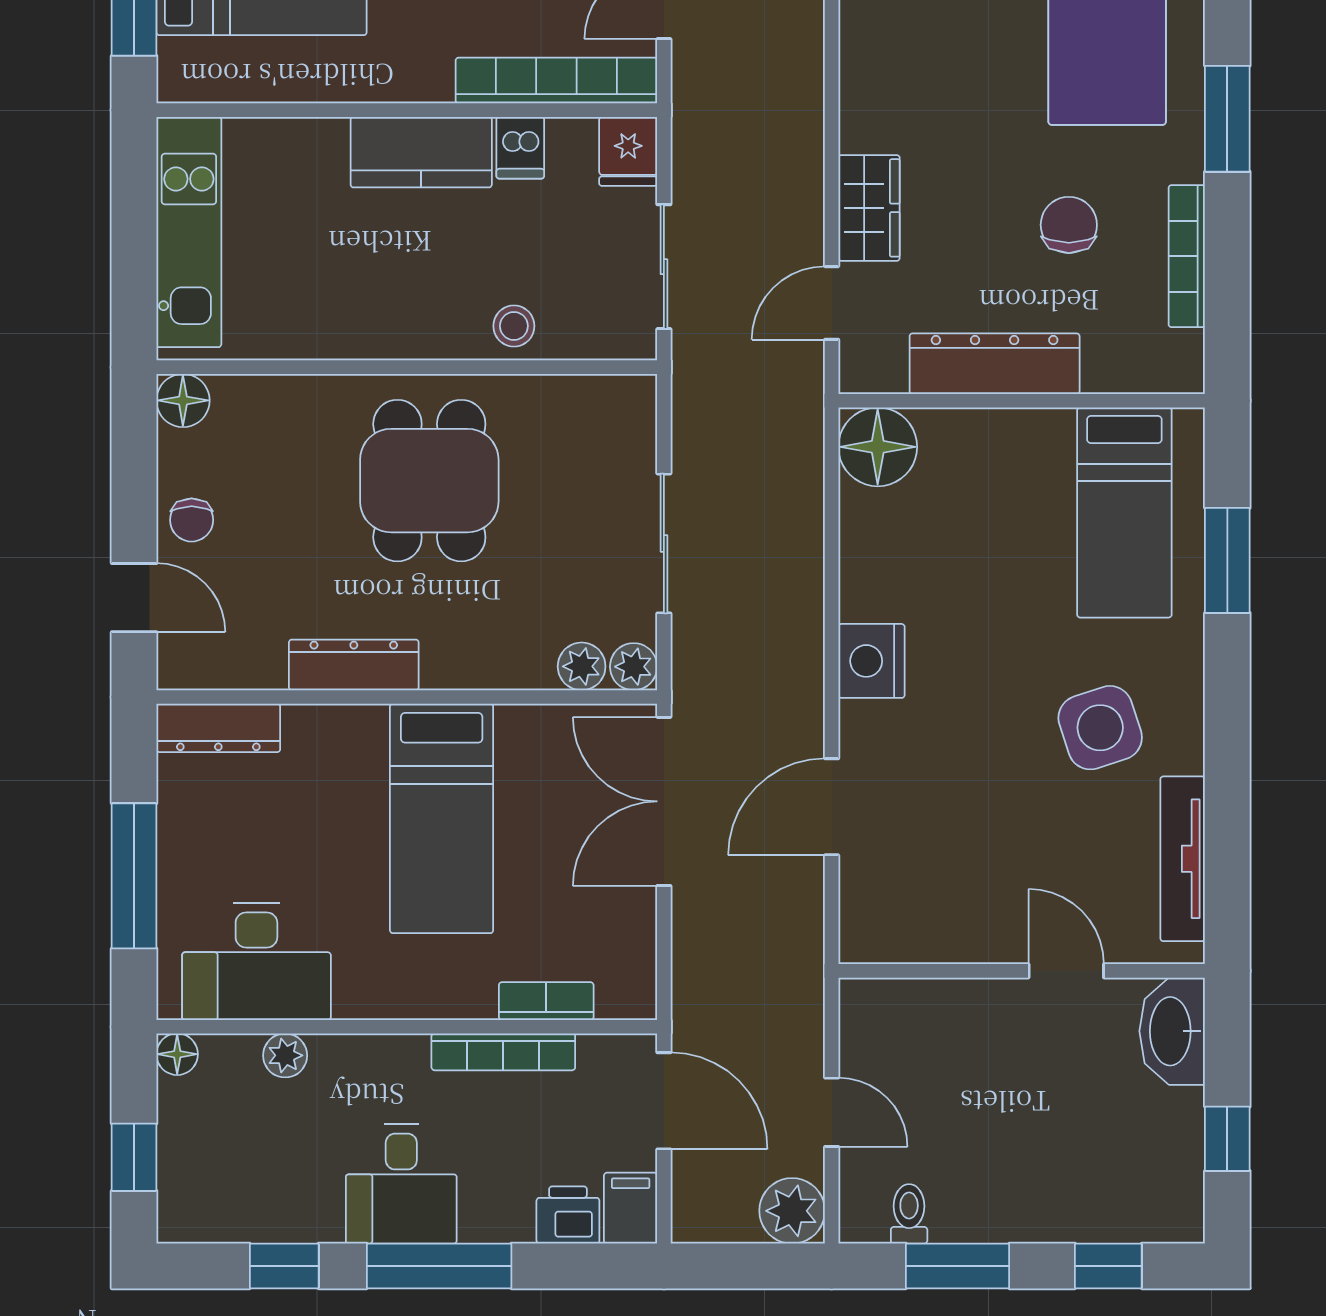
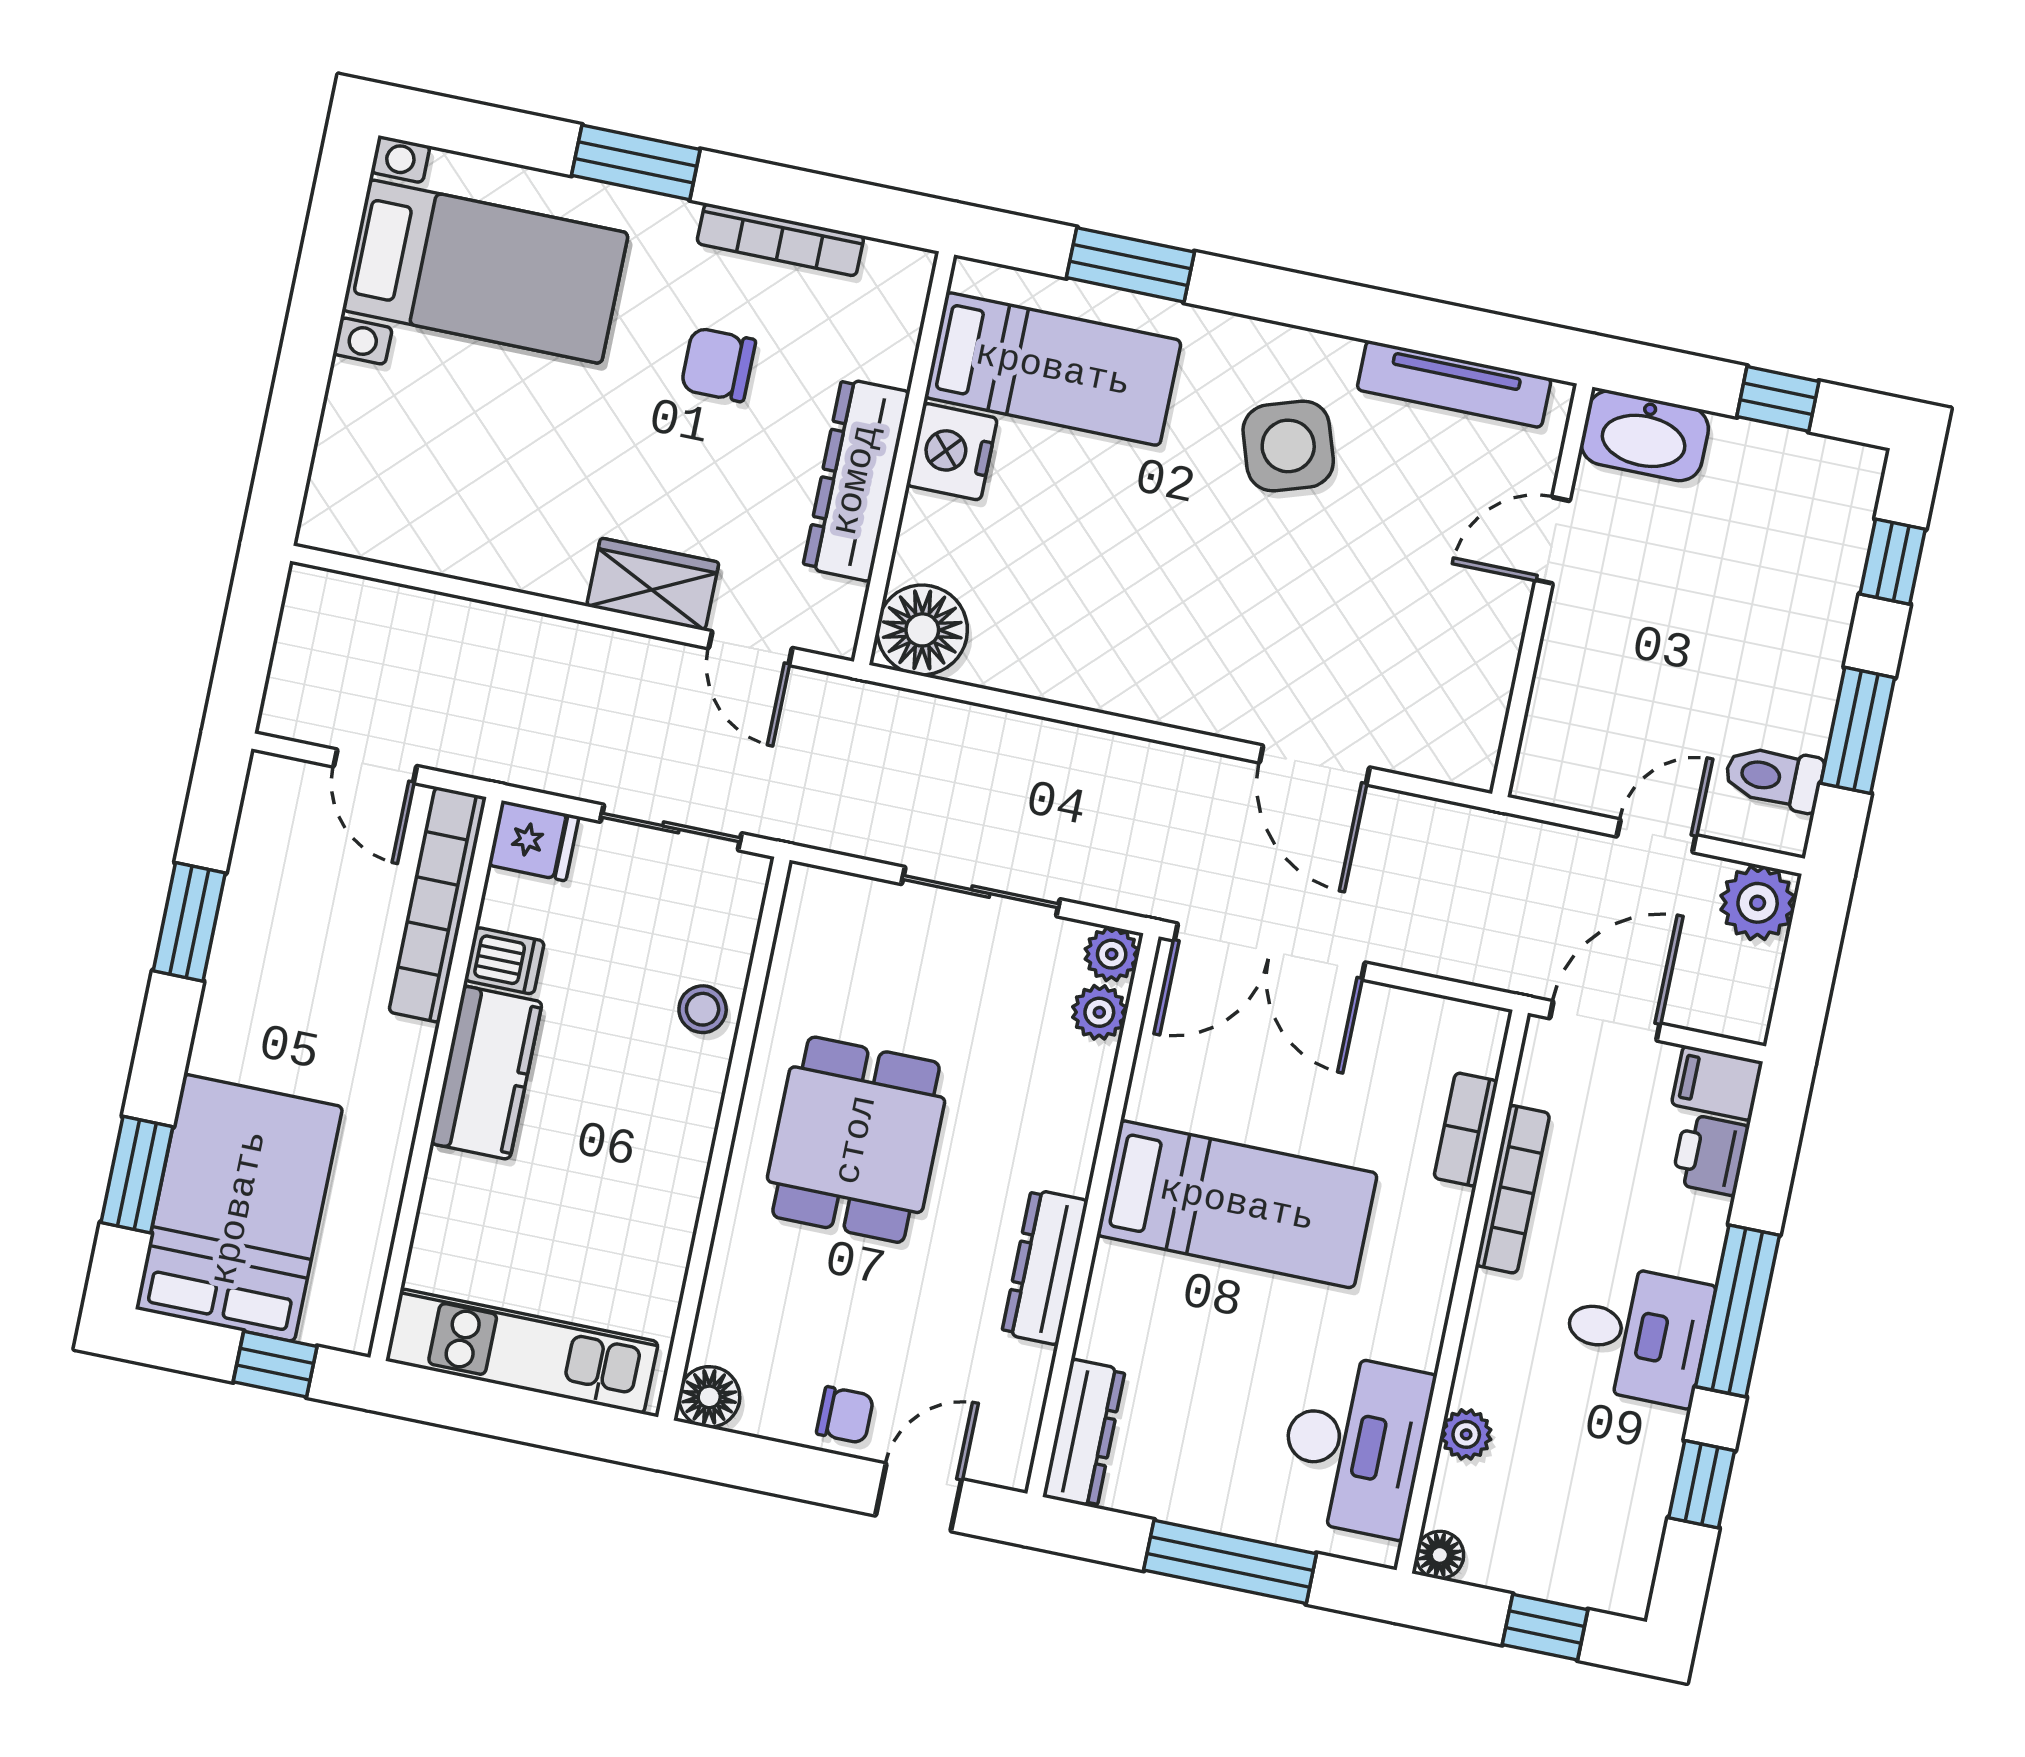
dining table: (429, 481) -> (856, 1140), turned 90
nightstand: (871, 661) -> (952, 452), moved, turned 90
toilet: (909, 1214) -> (1774, 778), width x1.37, depth x1.39

